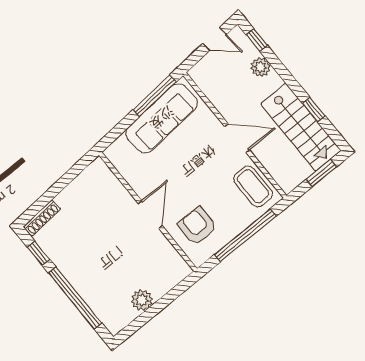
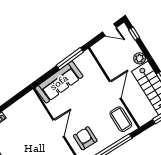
plant: (260, 67) -> (140, 58), moved
sofa: (162, 118) -> (59, 82), moved
door: (237, 138) -> (115, 90), hinge flipped

